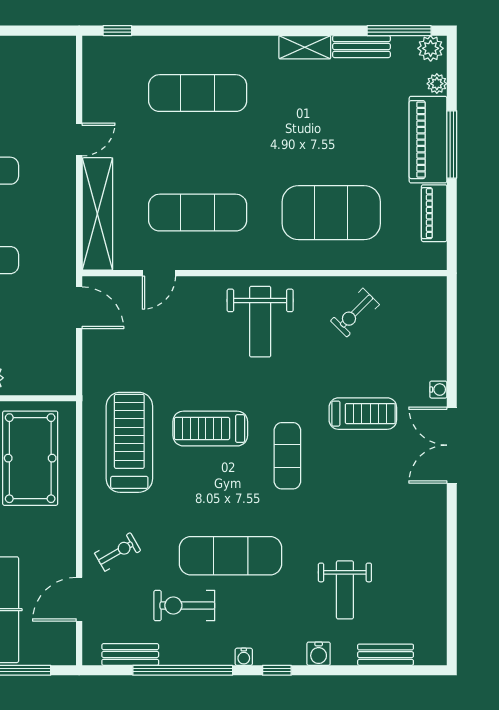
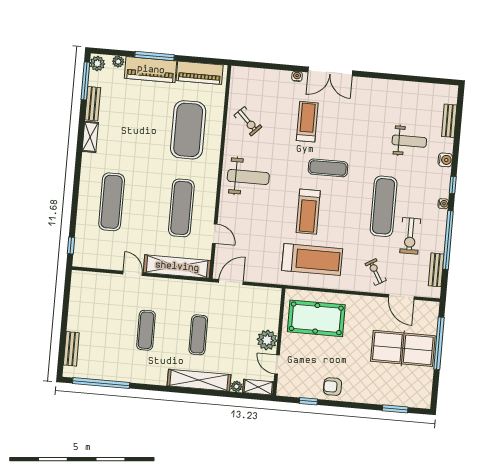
piano: (434, 213) -> (200, 73), width x1.37, depth x1.33
treadmill: (129, 442) -> (312, 260), turned 180

